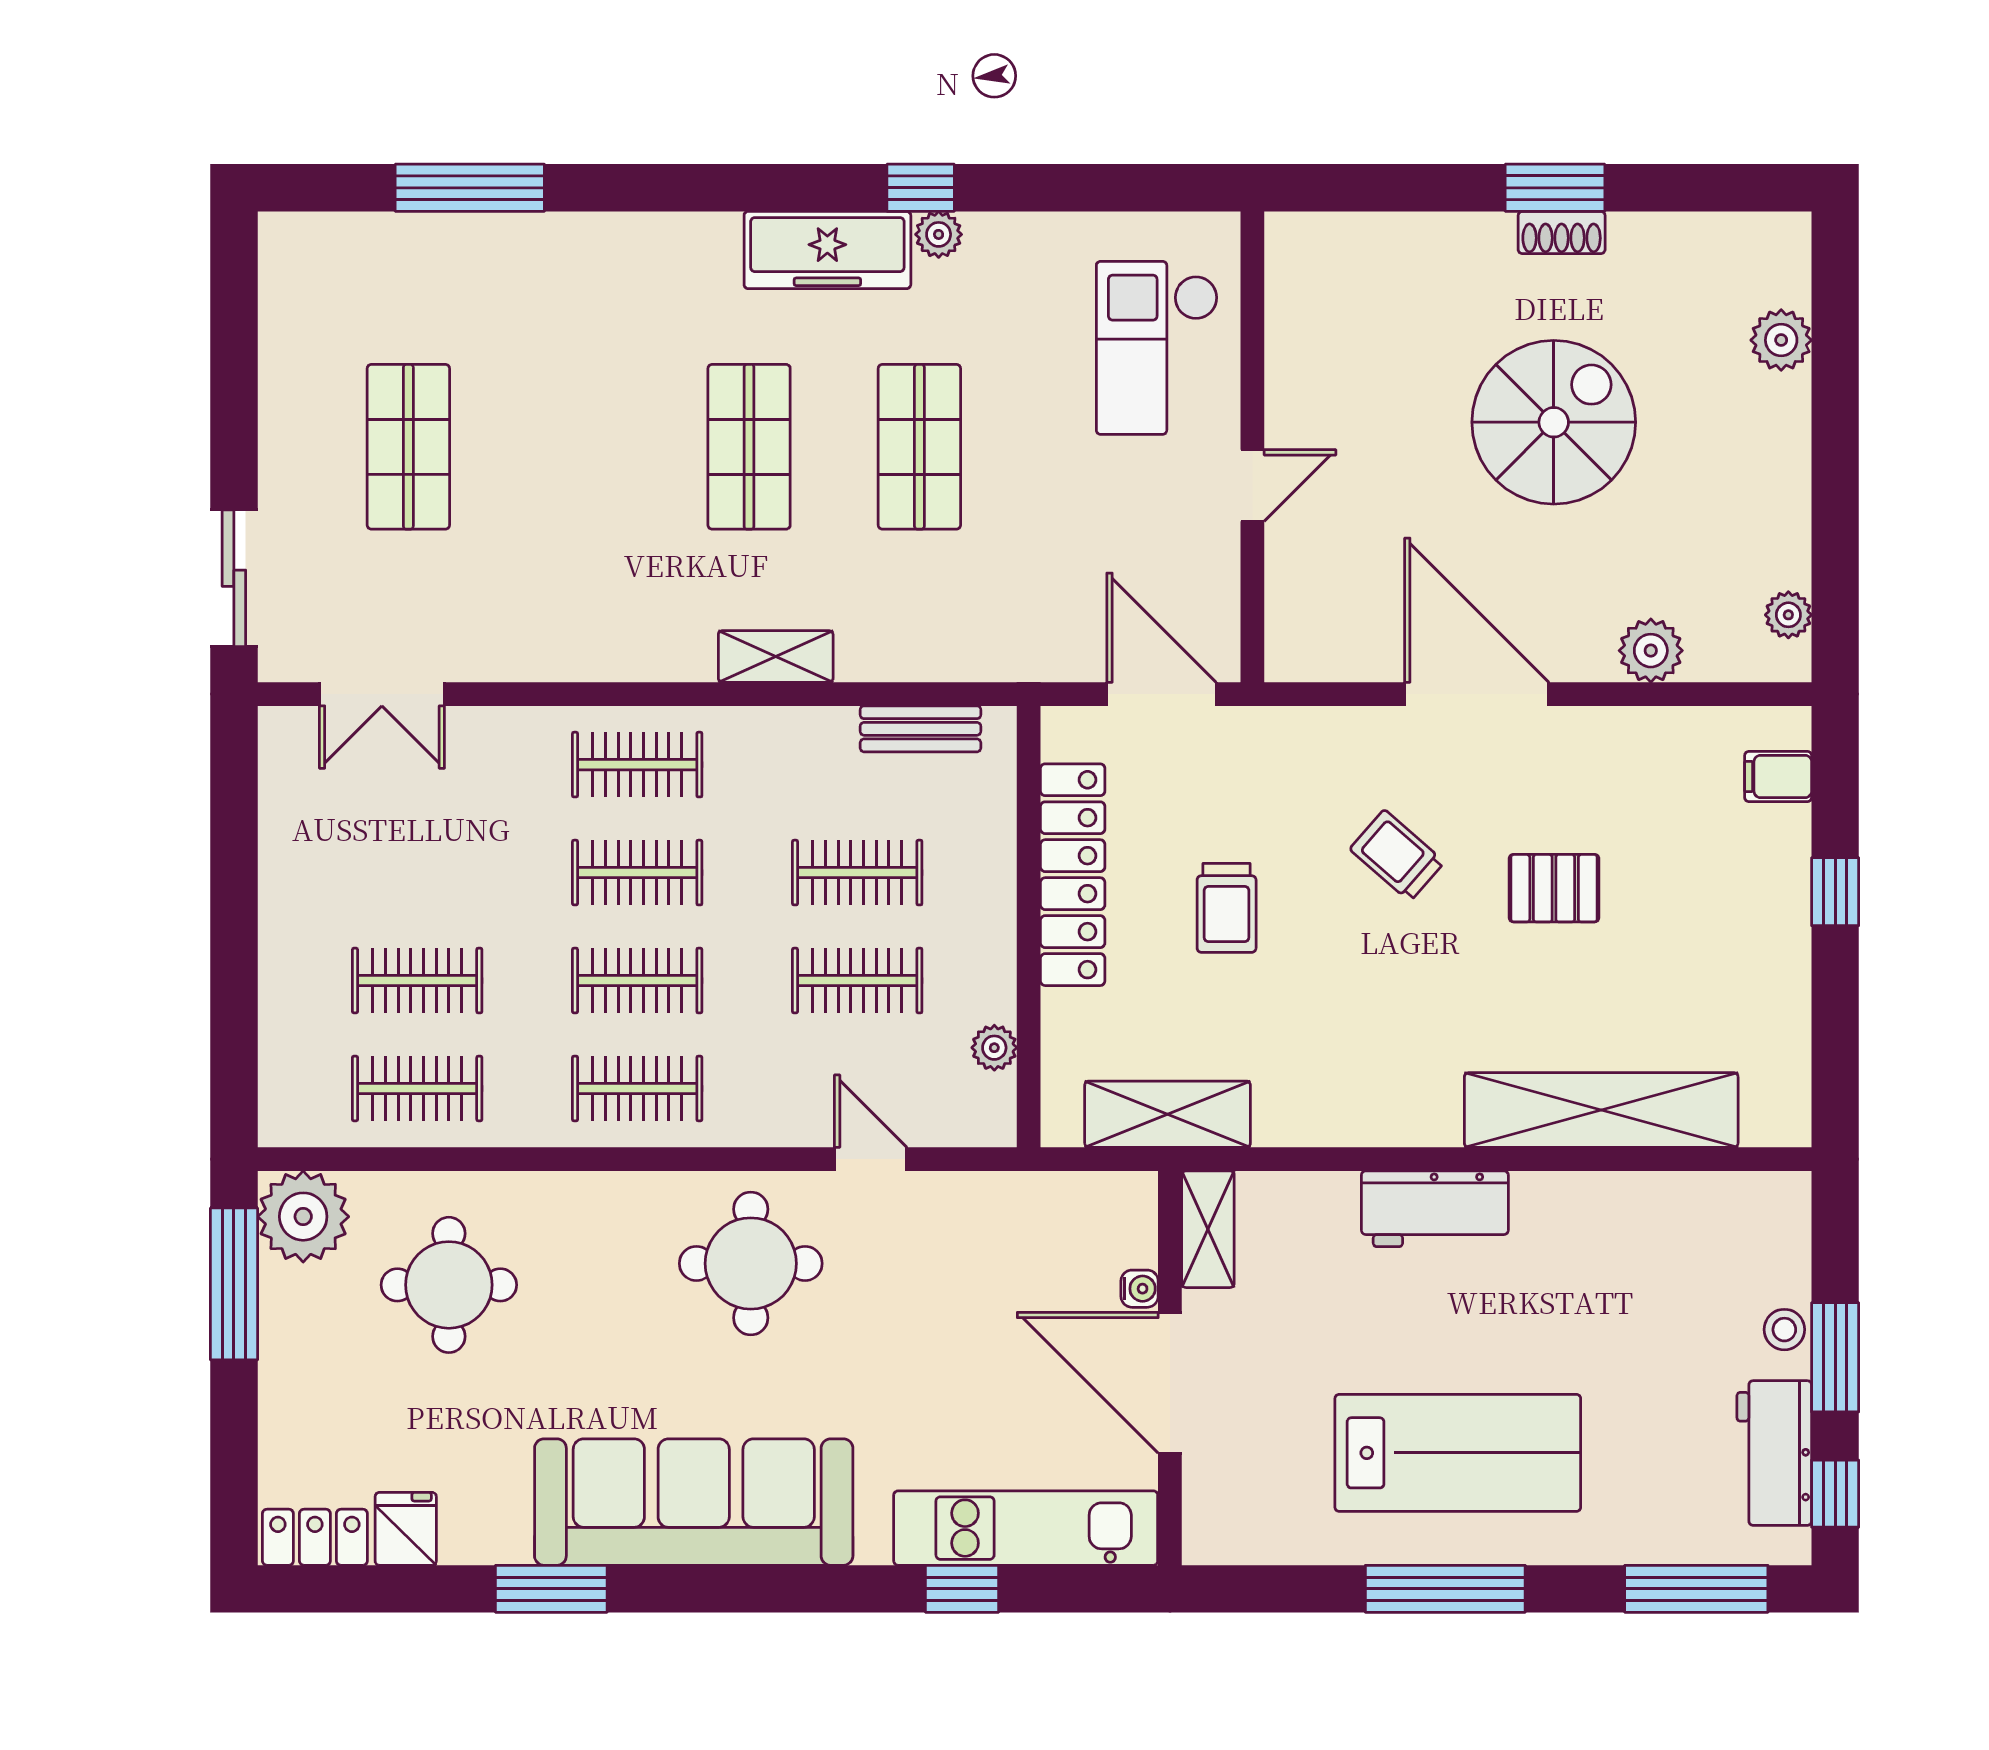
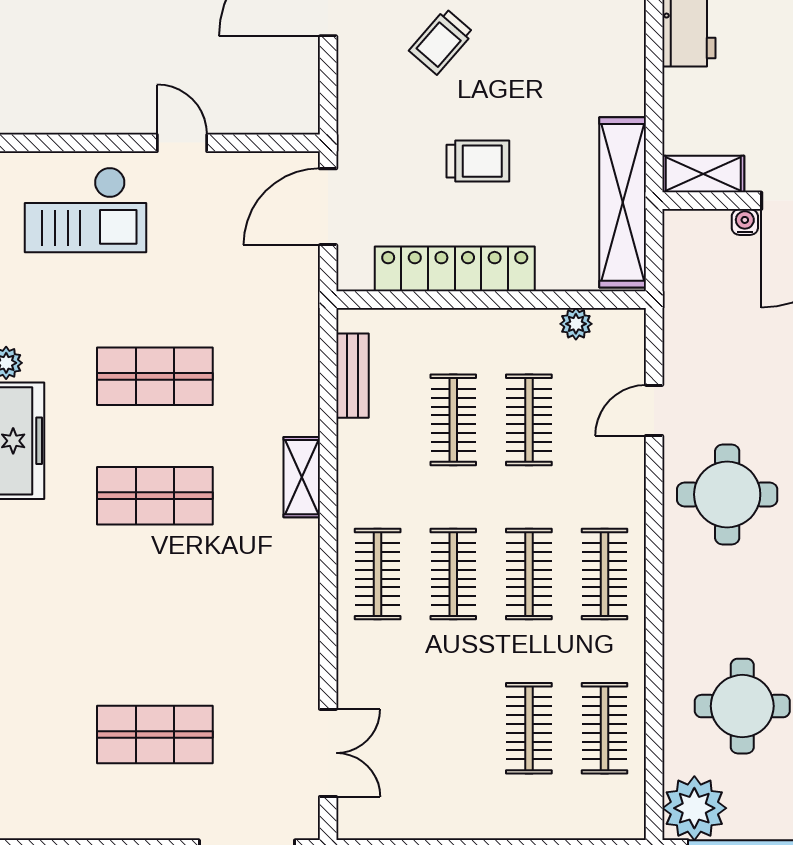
shelving: (1168, 1114) -> (623, 202), width x1.47

